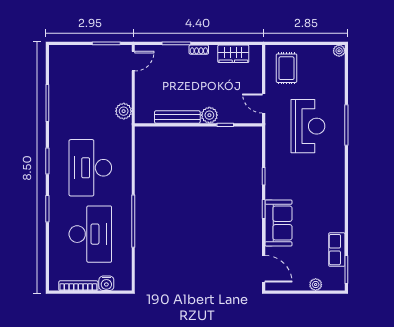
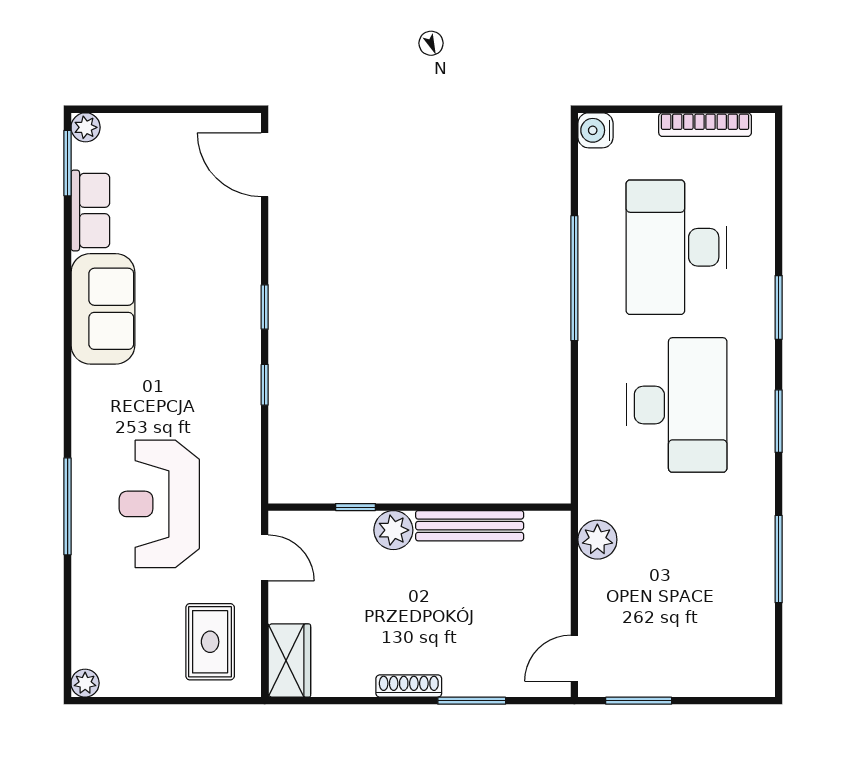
shoe rack: (199, 50) -> (409, 686), width x1.43
wardrobe: (233, 54) -> (289, 661), moved, turned 90
sofa: (278, 223) -> (103, 309), moved, turned 180
water cooler: (106, 283) -> (595, 130), moved, turned -90
plant: (316, 285) -> (86, 127), moved

